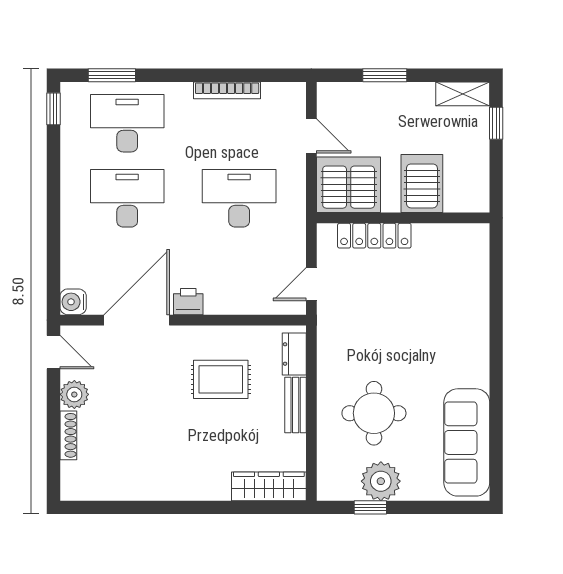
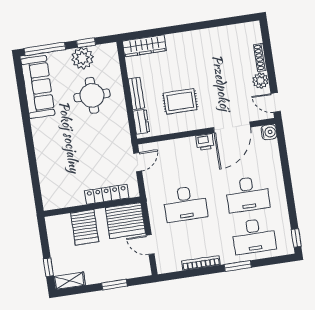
window: (112, 75) -> (238, 266), moved
window: (444, 507) -> (45, 49), added

